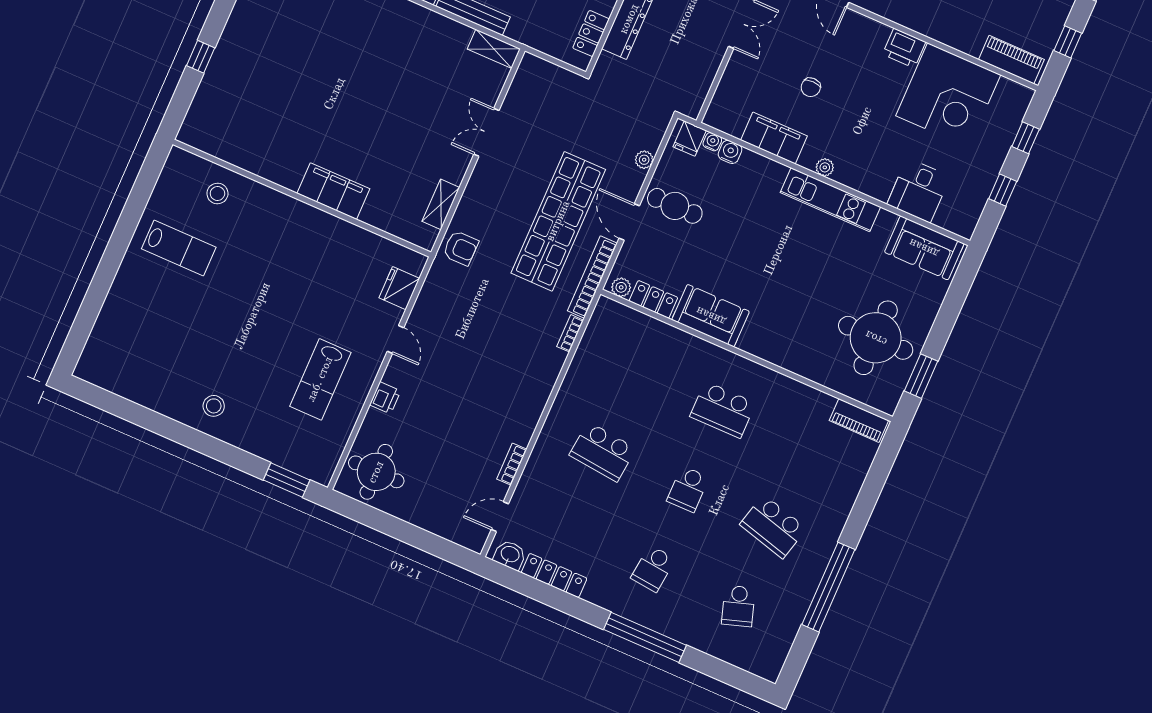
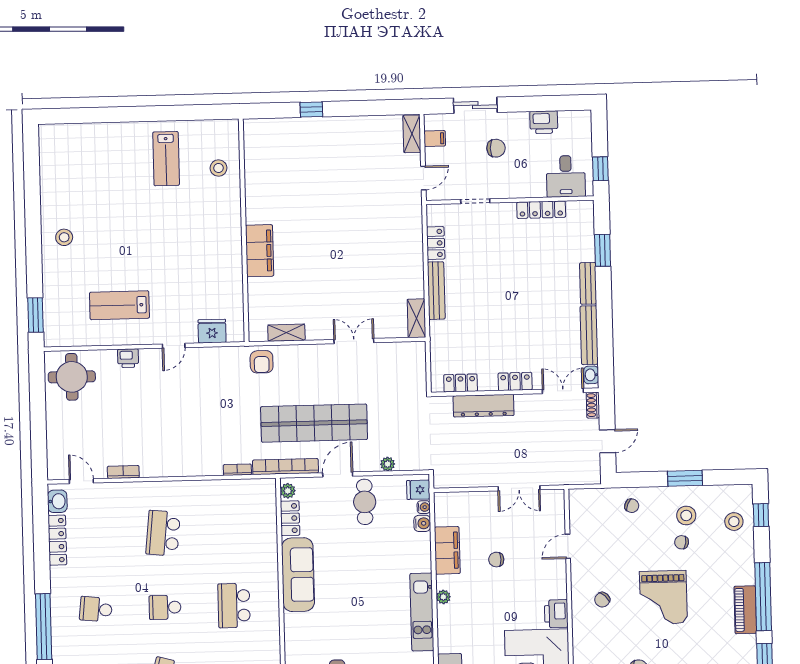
sofa: (711, 316) -> (298, 575), width x1.36

